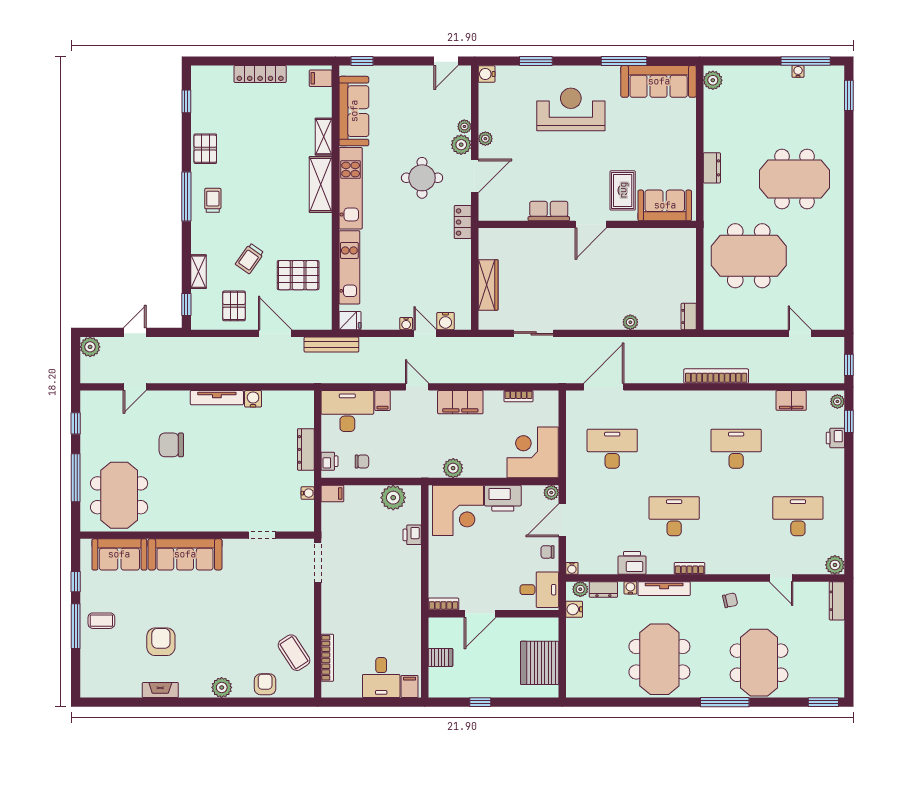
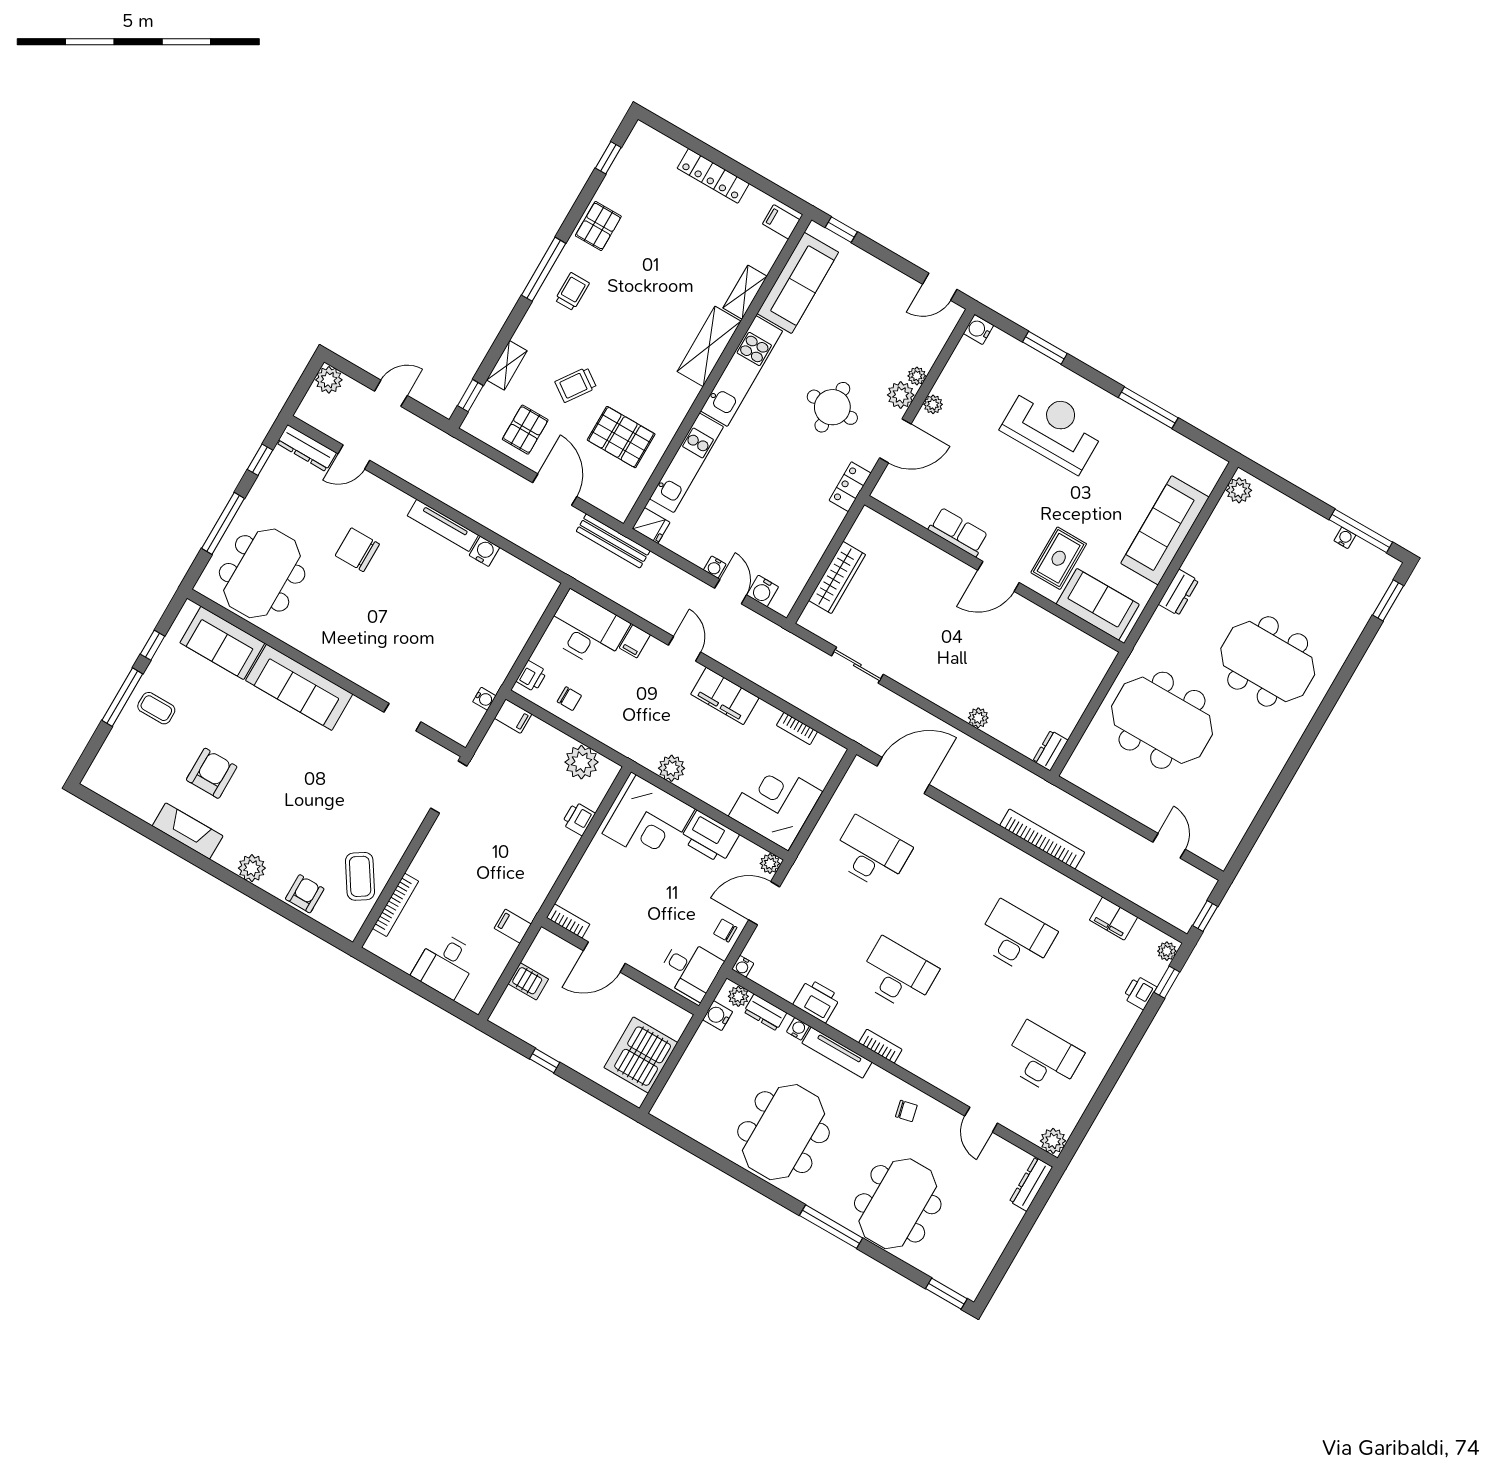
sofa: (659, 81) -> (1165, 530), moved, turned 90
dresser: (306, 449) -> (307, 448), moved, turned -90
filing cabinet: (410, 686) -> (513, 926), moved, turned -90
fireplace: (160, 690) -> (188, 831), width x1.37, depth x1.32

